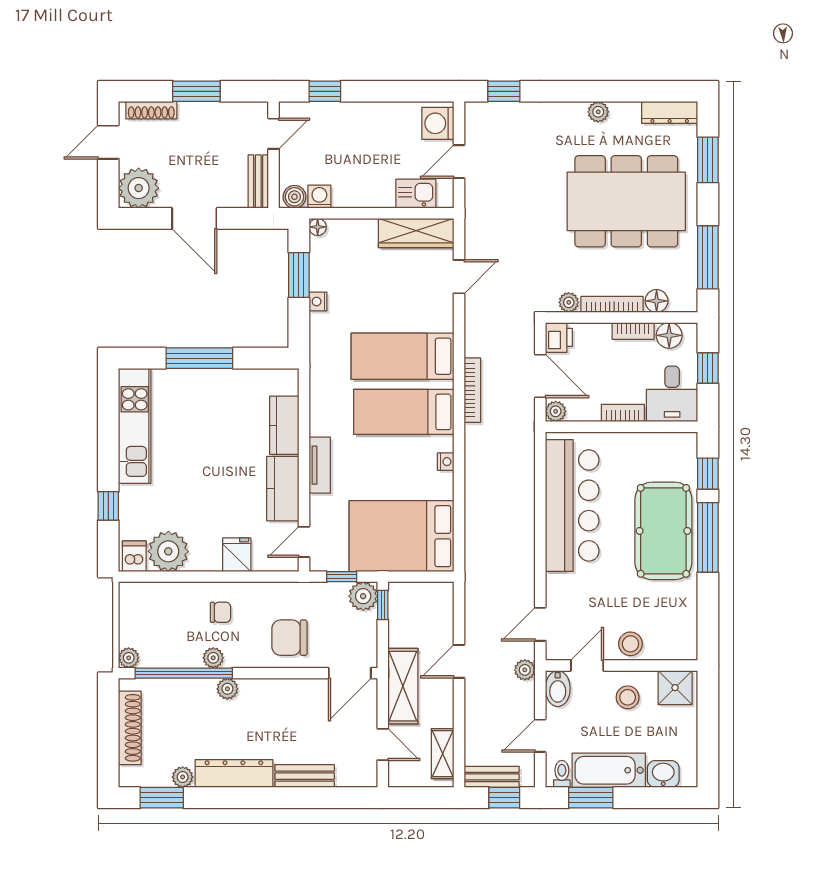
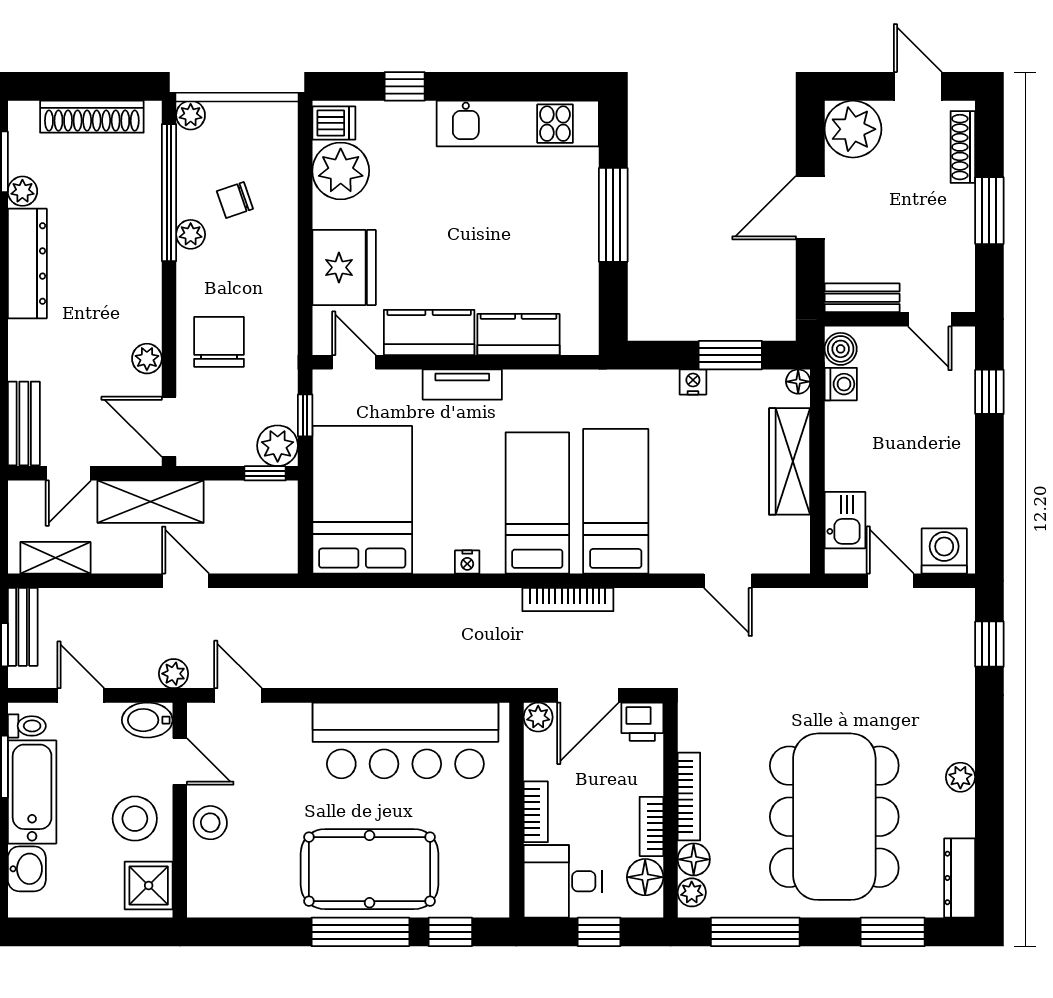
wardrobe: (416, 233) -> (790, 461), moved
plant: (569, 302) -> (692, 892), moved
fridge: (237, 555) -> (344, 267), width x1.88, depth x1.34
chair: (220, 612) -> (235, 200), moved, turned 71
plant: (227, 689) -> (147, 359), moved
stool: (628, 697) -> (135, 819), width x1.38, depth x1.38
bench: (305, 776) -> (24, 424), moved

